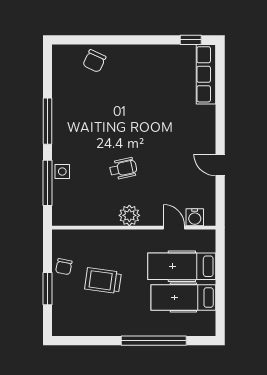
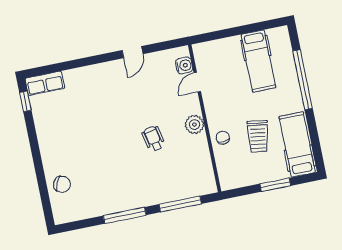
row of seats: (206, 74) -> (45, 83), width x0.68
side table: (62, 172) -> (167, 193), removed
hospital bed: (182, 266) -> (297, 144), moved, turned 180
chair: (64, 267) -> (223, 138), moved, turned -106

